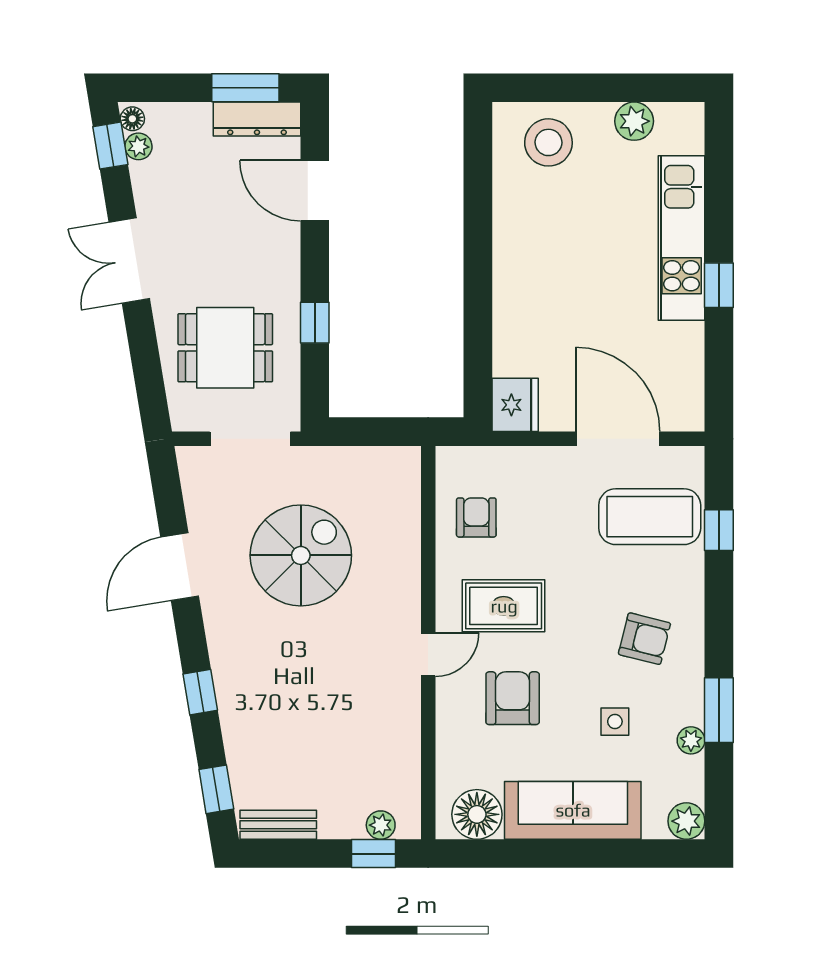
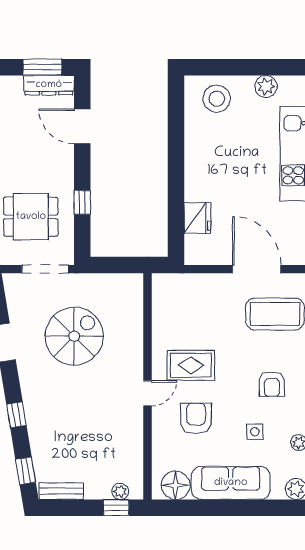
fridge: (515, 405) -> (197, 218), moved
armchair: (476, 517) -> (175, 314), removed
armchair: (644, 639) -> (272, 384), turned 76

